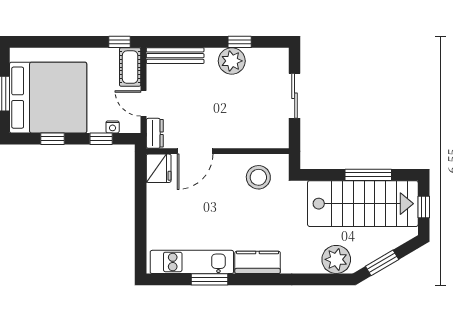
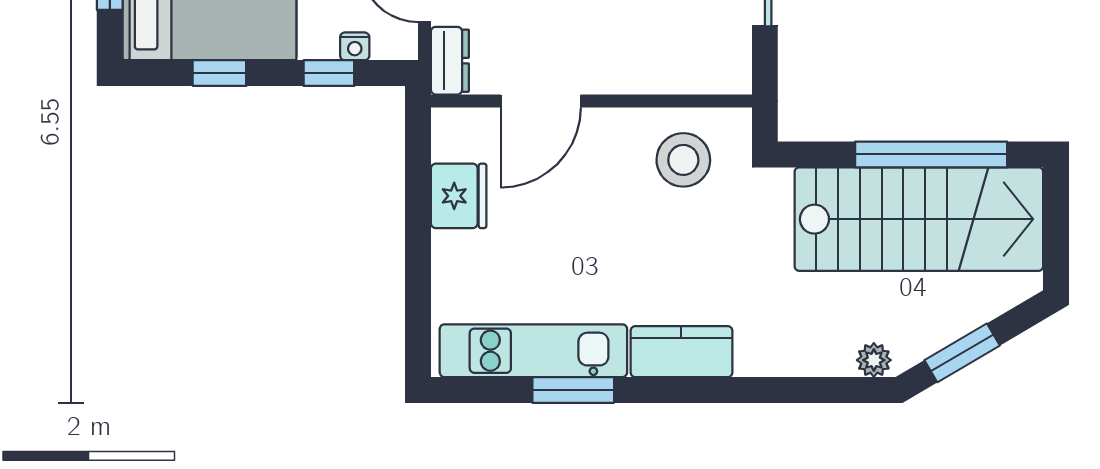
fridge: (159, 168) -> (459, 196), moved
window: (368, 175) -> (931, 154), width x1.46
window: (424, 207) -> (1056, 227), removed
plant: (336, 259) -> (874, 360), width x0.53, depth x0.53

